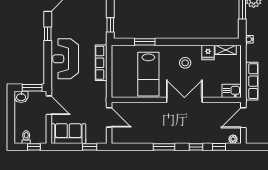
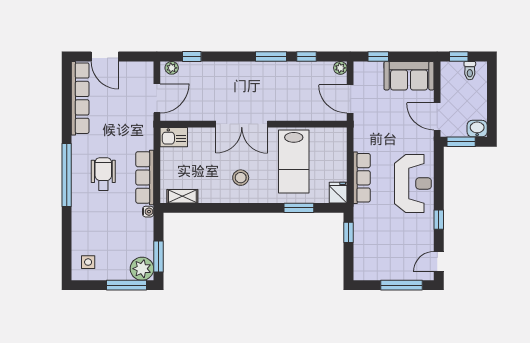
fridge: (208, 52) -> (338, 193), moved
lab bench: (148, 74) -> (294, 161), turned 180
row of seats: (252, 81) -> (145, 177), moved
plant: (116, 139) -> (340, 68), added
window: (196, 147) -> (307, 56), moved

